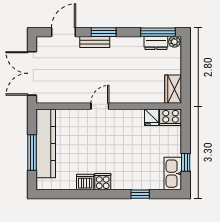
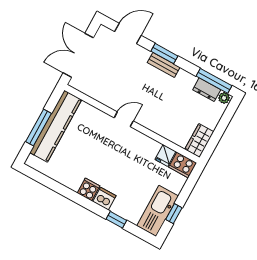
bench: (95, 42) -> (164, 65), moved
kitchen sink: (173, 174) -> (158, 211), width x1.36, depth x1.24
dishwasher: (85, 182) -> (104, 199), moved

